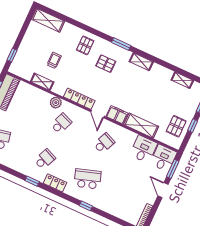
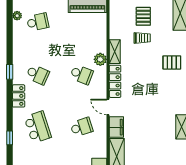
pallet: (106, 64) -> (143, 16), moved
shelving: (42, 82) -> (115, 52), moved
door: (97, 114) -> (108, 107), hinge flipped
school desk: (104, 143) -> (82, 127), turned -42

